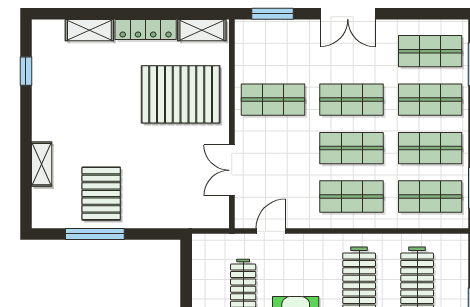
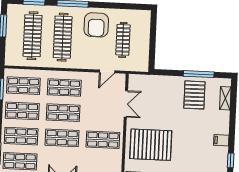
filing cabinet: (46, 109) -> (221, 140), added
shelving: (42, 164) -> (225, 98), moved

